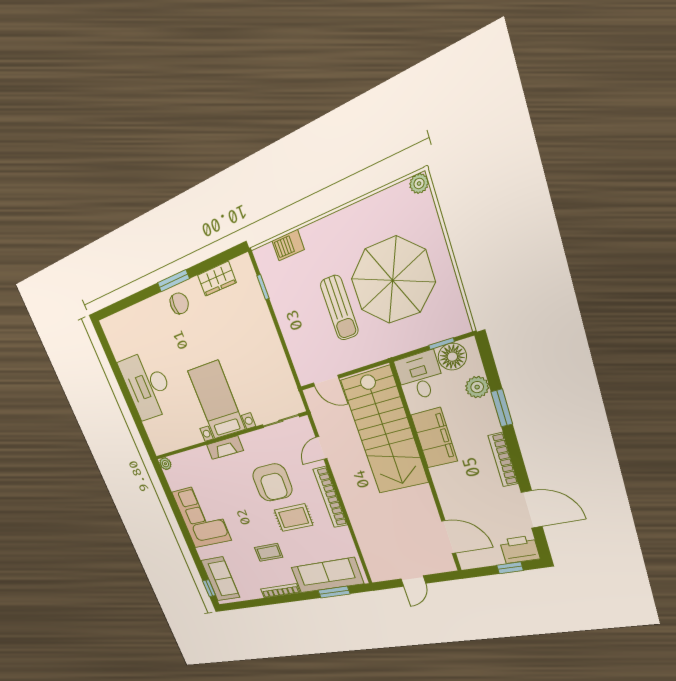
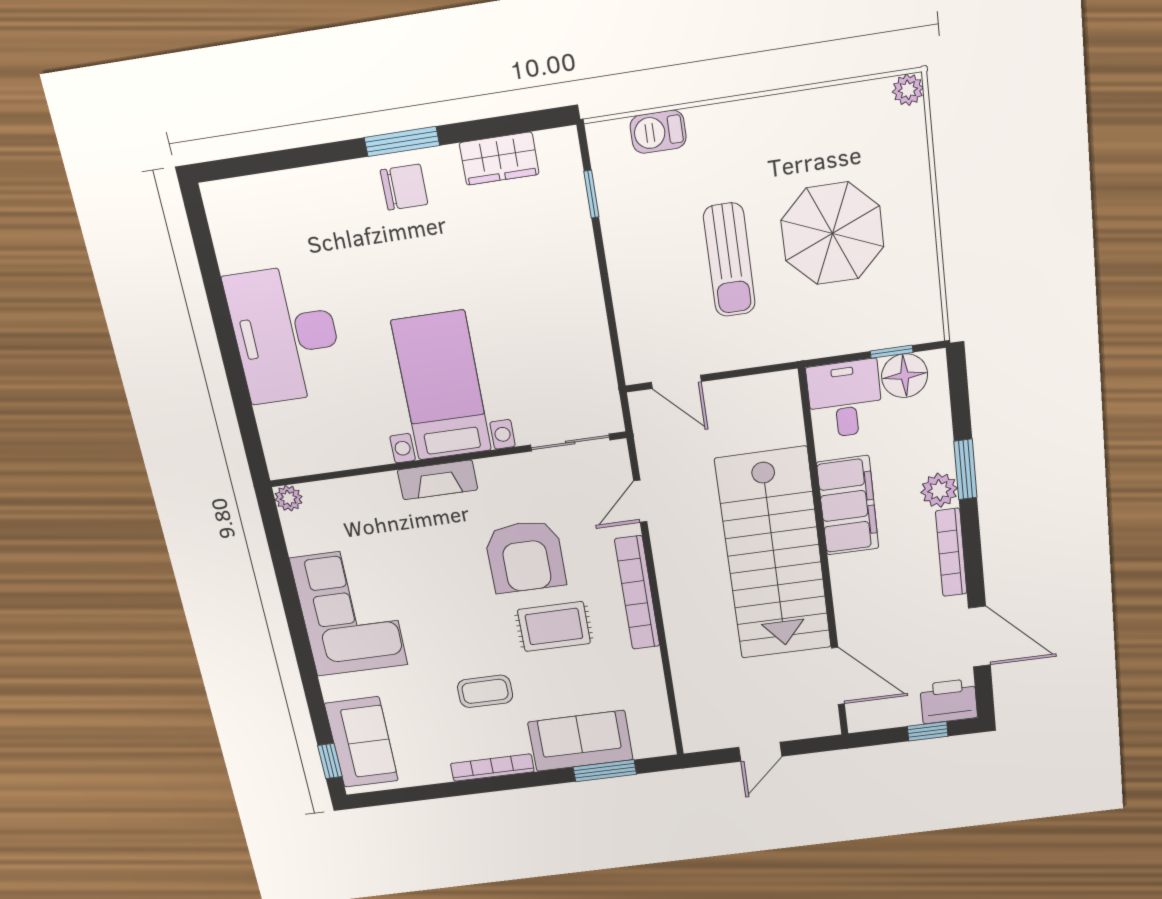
parasol: (393, 280) -> (832, 234), width x0.73, depth x0.73
plant: (477, 387) -> (939, 490), moved
stairs: (385, 431) -> (774, 554), moved
sofa: (327, 575) -> (580, 741), width x0.73

